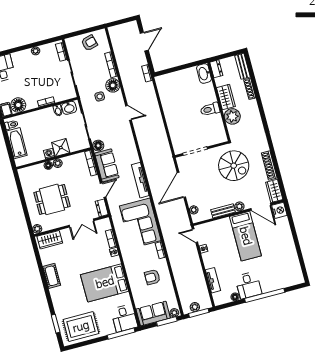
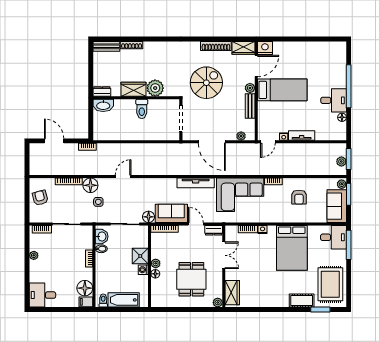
dresser: (216, 69) -> (102, 91), moved
washbasin: (204, 73) -> (103, 105), moved
wardrobe: (226, 97) -> (134, 89), moved
wall: (219, 102) -> (136, 98), moved
toilet: (210, 109) -> (142, 109), moved
plant: (232, 116) -> (155, 88), moved
cot: (52, 276) -> (302, 301), moved
tv unit: (213, 280) -> (302, 135), moved

